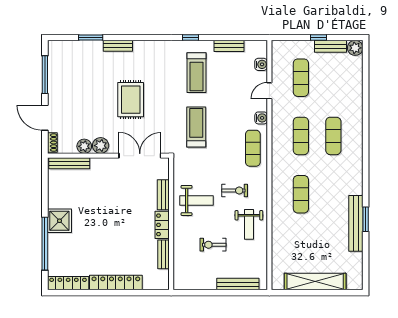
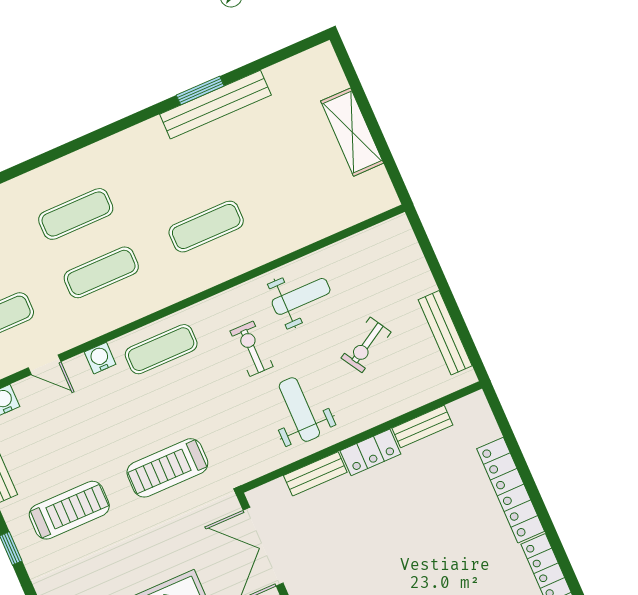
exercise bike: (213, 245) -> (366, 345), turned 59
shelving: (315, 282) -> (352, 132), width x0.68
bench: (238, 284) -> (445, 333), moved

